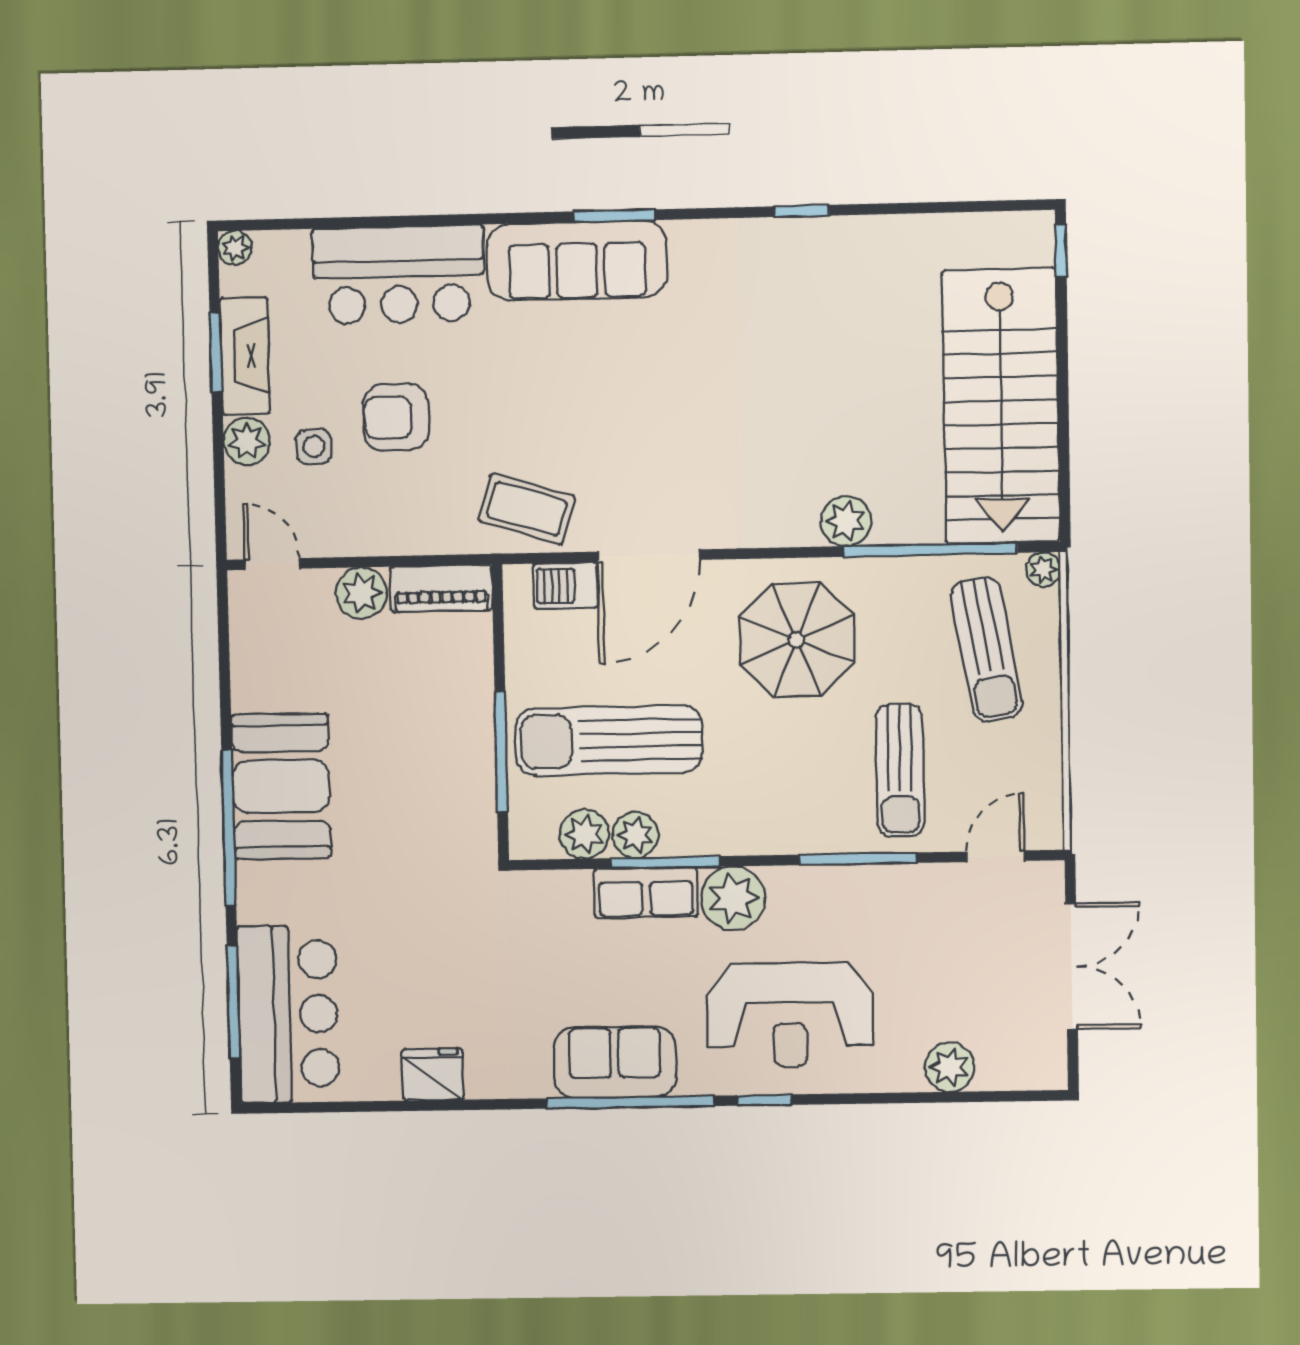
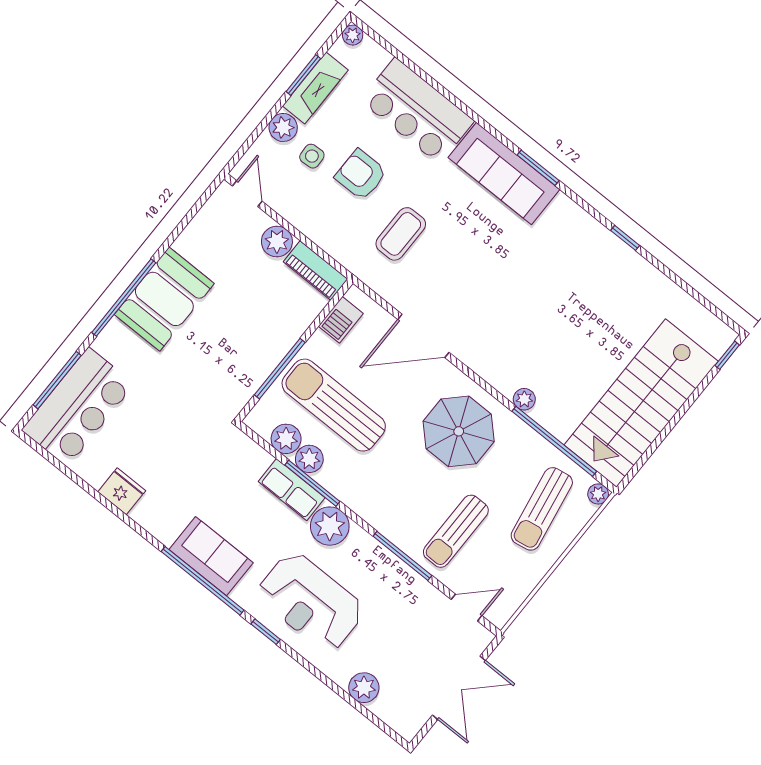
coffee table: (527, 509) -> (401, 234), moved, turned 73
plant: (846, 521) -> (524, 399), width x0.73, depth x0.73
barbecue: (565, 586) -> (341, 320), moved, turned -90

